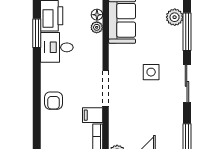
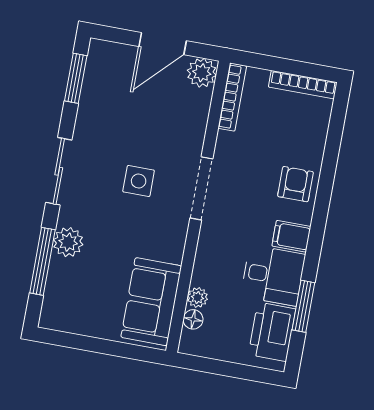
plant: (175, 17) -> (68, 242), moved
side table: (151, 72) -> (139, 181), moved
filing cabinet: (93, 115) -> (291, 236), moved, turned 180

